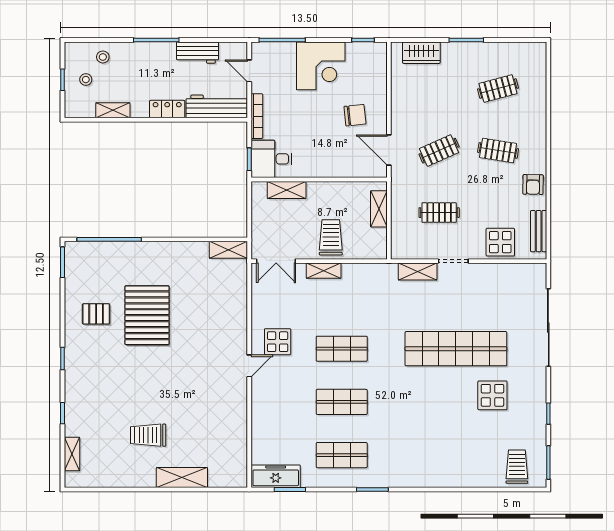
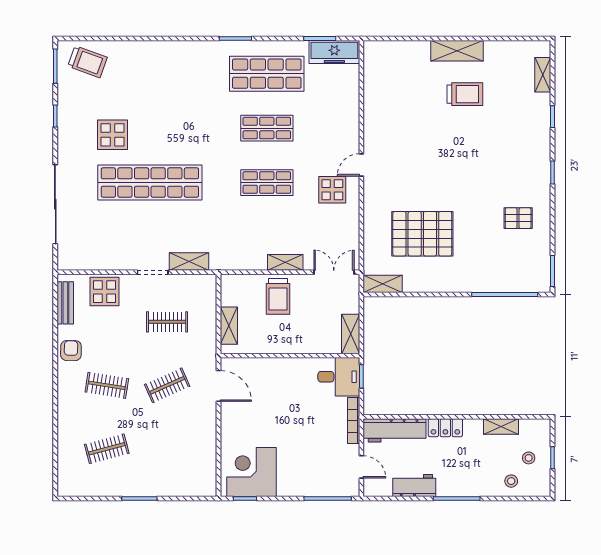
wardrobe: (421, 53) -> (185, 485), removed
corner desk: (321, 66) -> (252, 472), moved
chair: (355, 115) -> (253, 421), removed
shelving: (287, 190) -> (351, 334), moved, turned 90
pallet: (147, 315) -> (422, 234), moved, turned 90
shop shelf: (342, 455) -> (267, 74), width x1.43, depth x1.36
trolley: (517, 467) -> (88, 62), turned -70
shelving: (182, 477) -> (457, 51), moved

